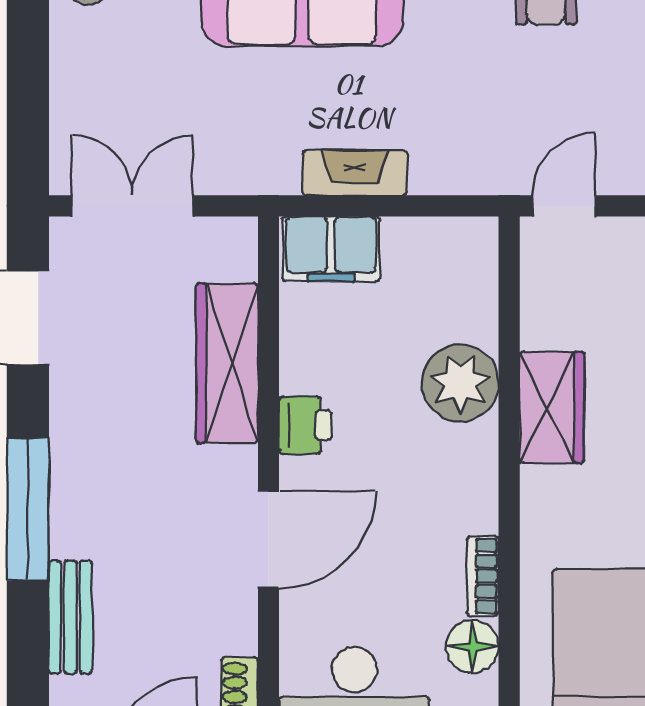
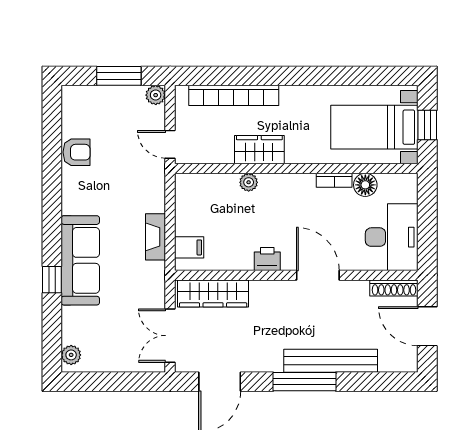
filing cabinet: (331, 249) -> (189, 247), width x0.50
wardrobe: (227, 363) -> (213, 293), moved
plant: (460, 383) -> (249, 182), width x0.53, depth x0.53
bench: (70, 617) -> (331, 361), width x1.86, depth x1.21

